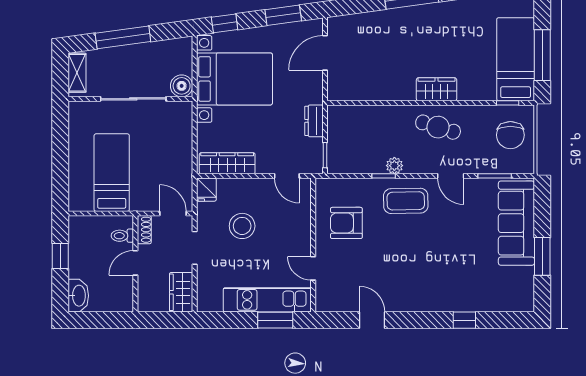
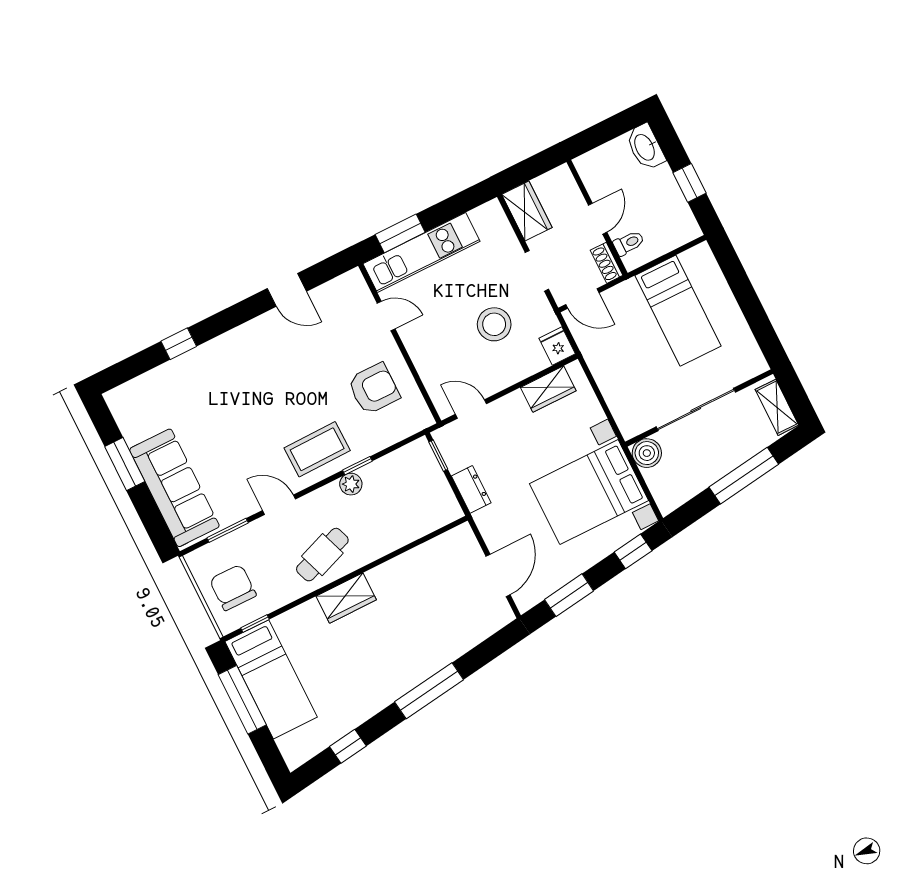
cafe table: (438, 127) -> (322, 555), turned -37
wardrobe: (227, 163) -> (548, 389), width x0.67

